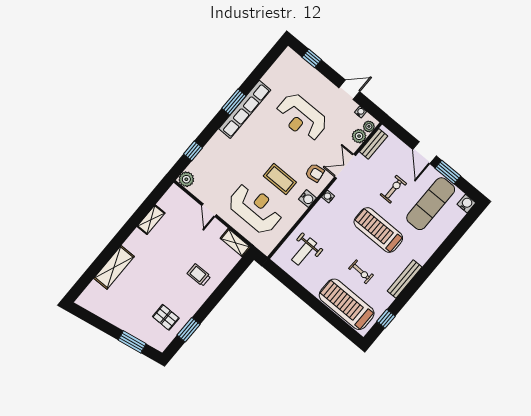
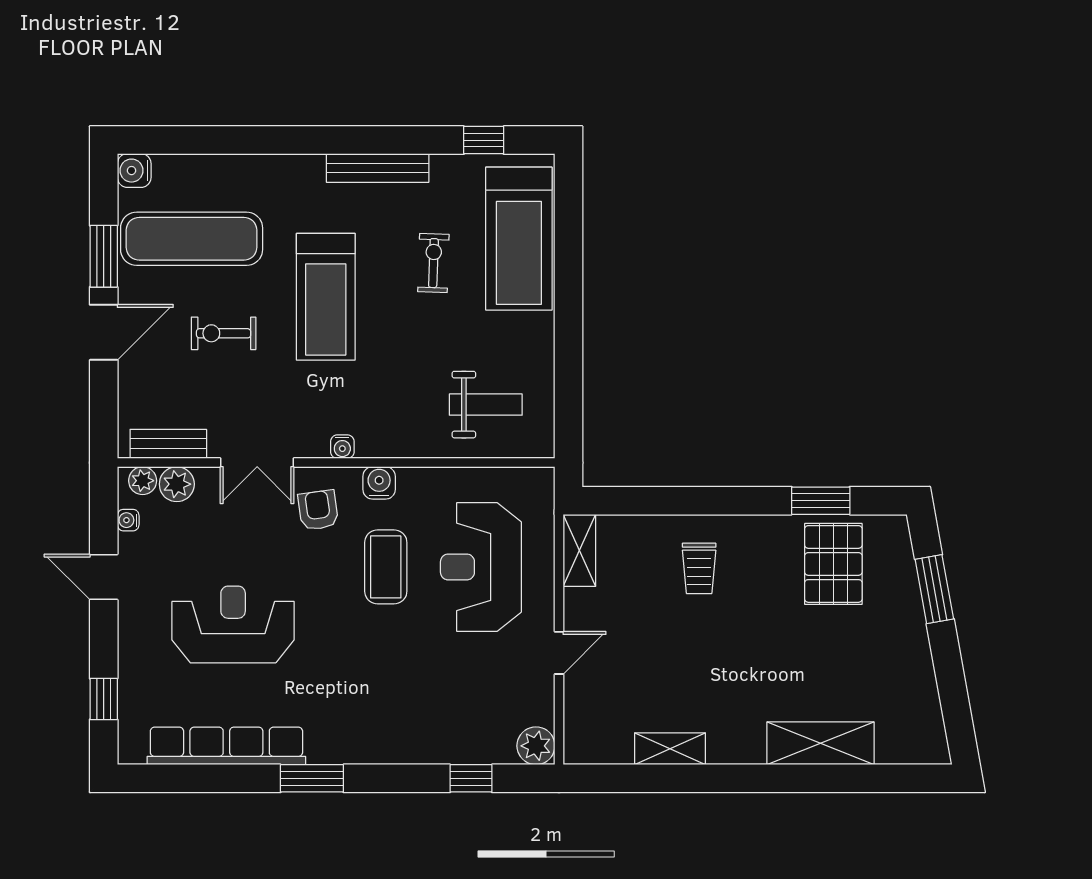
row of seats: (245, 109) -> (226, 746), moved
reception desk: (301, 117) -> (233, 624), turned -90
pallet: (166, 317) -> (833, 564), width x1.50, depth x1.42

